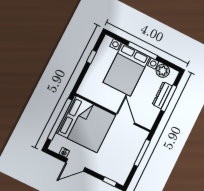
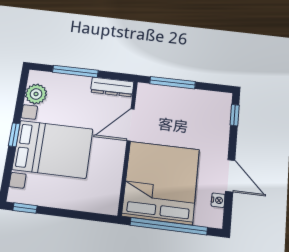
window: (143, 51) -> (14, 135), width x0.46
window: (92, 57) -> (25, 208), moved
dresser: (162, 95) -> (112, 87), moved

